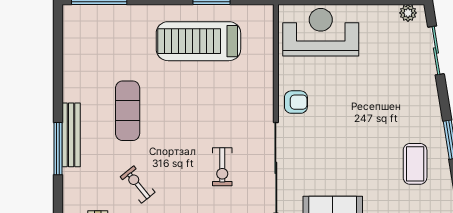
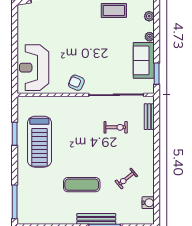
plant: (408, 13) -> (22, 15), removed
armchair: (296, 102) -> (76, 83), turned -67

